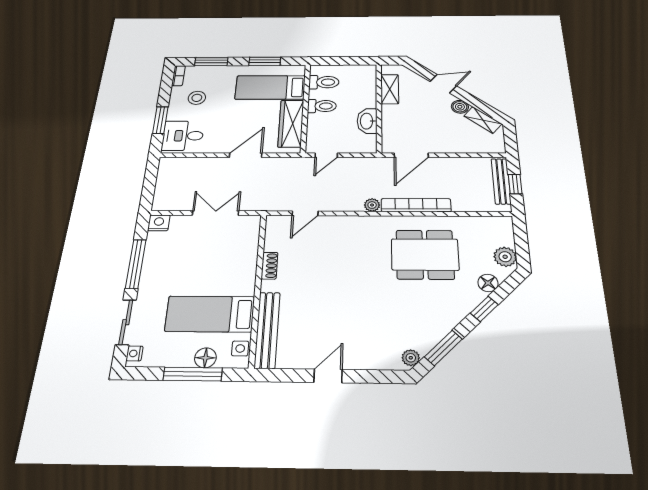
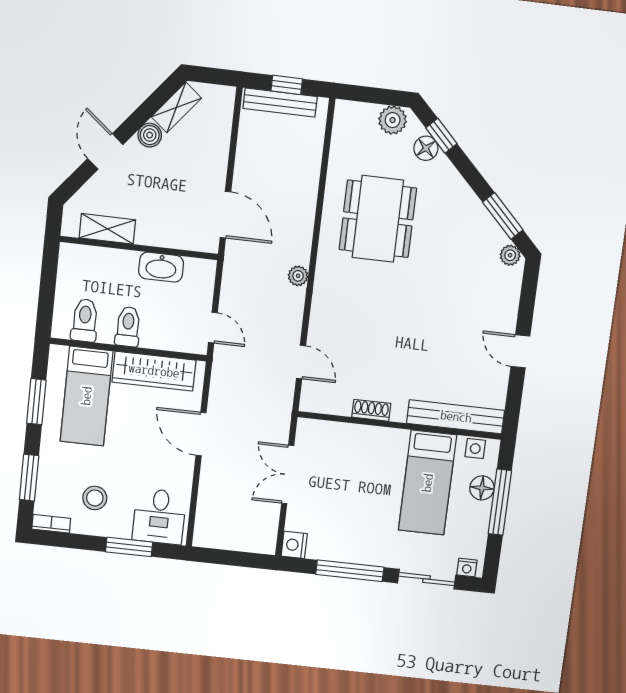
bookcase: (416, 205) -> (305, 220), removed
window: (484, 309) -> (441, 136), moved

